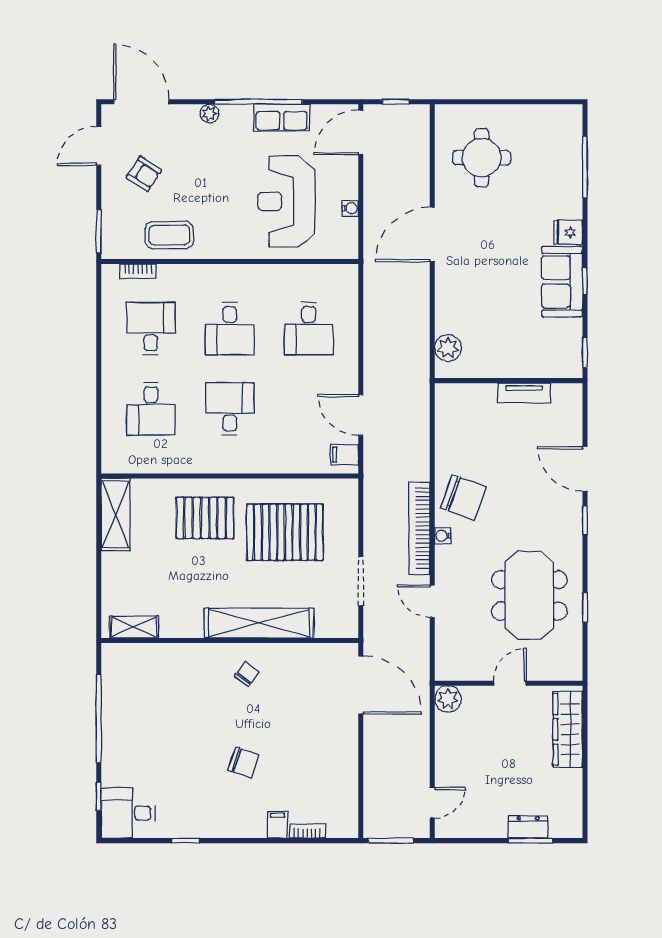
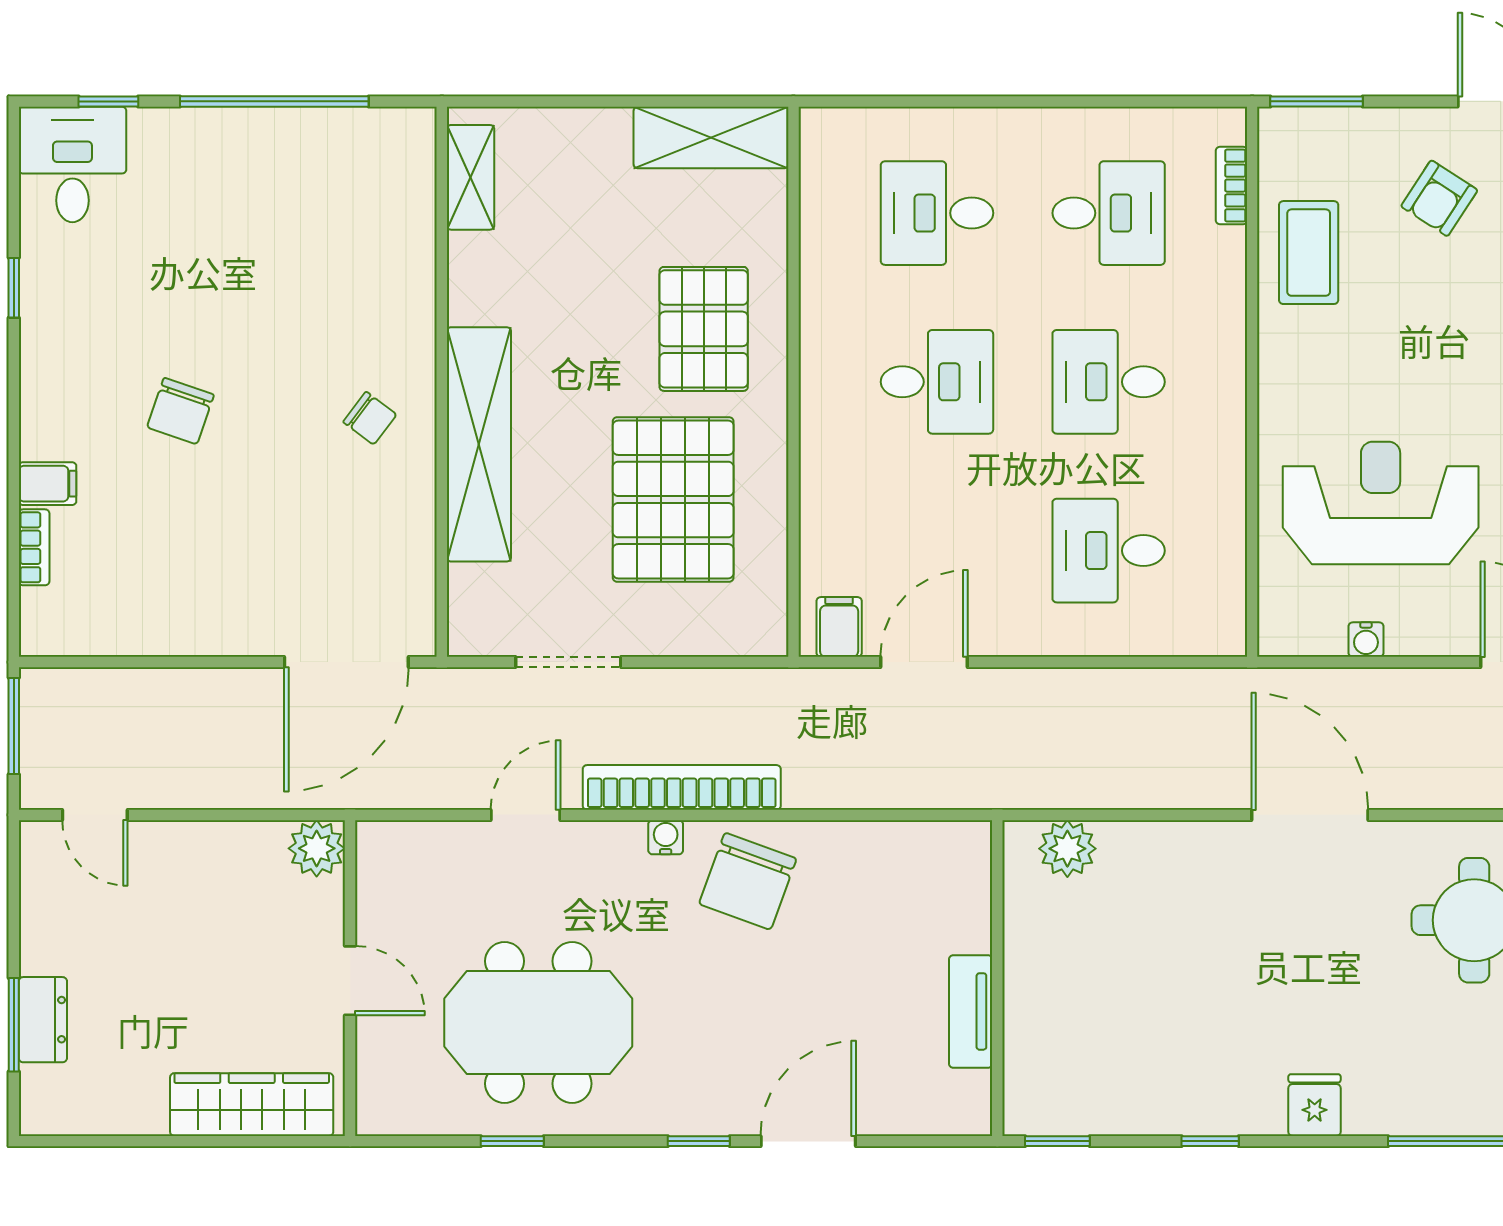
sofa: (562, 282) -> (1209, 1092), removed

